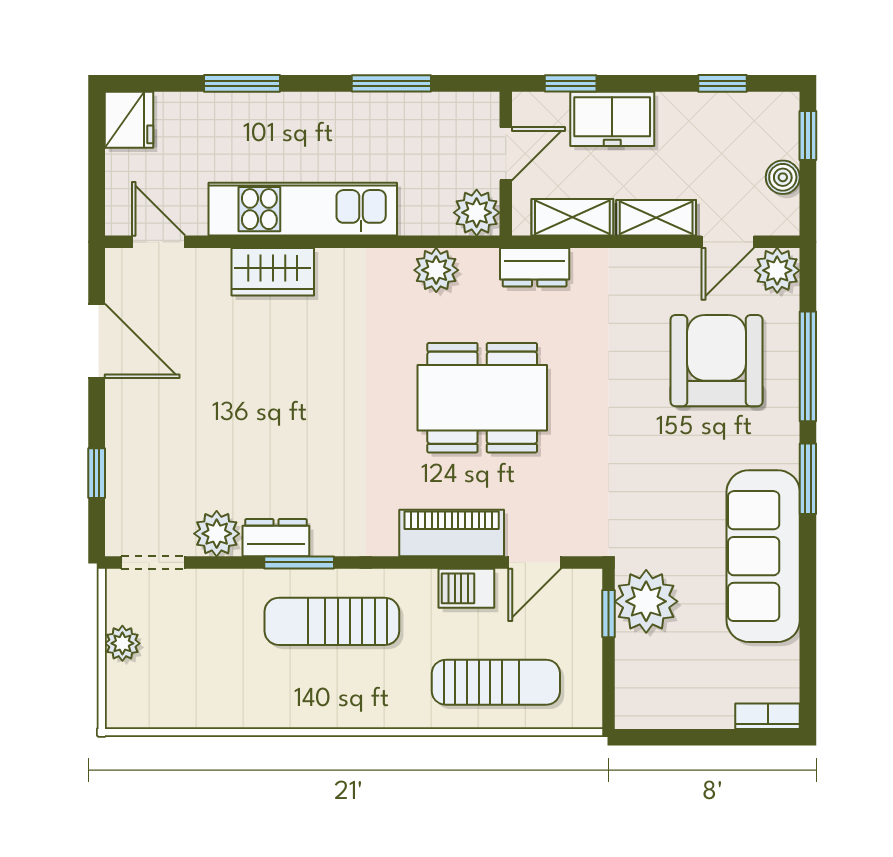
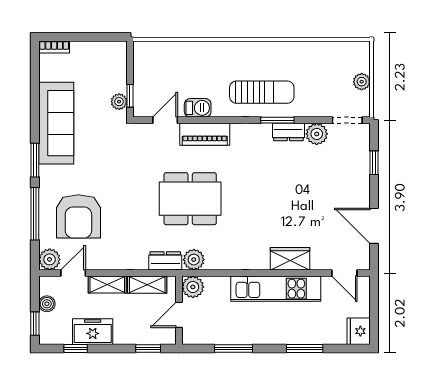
freezer: (612, 119) -> (93, 332), moved
plant: (436, 270) -> (194, 260), moved
plant: (646, 601) -> (119, 102), width x0.53, depth x0.53
sun lounger: (496, 682) -> (184, 63), removed

